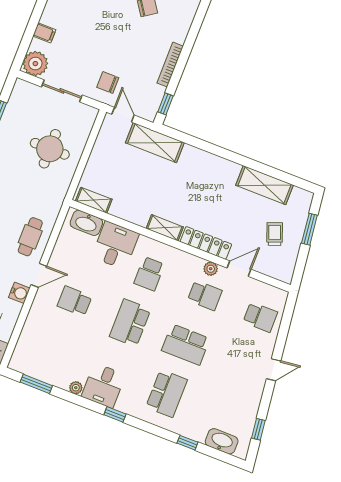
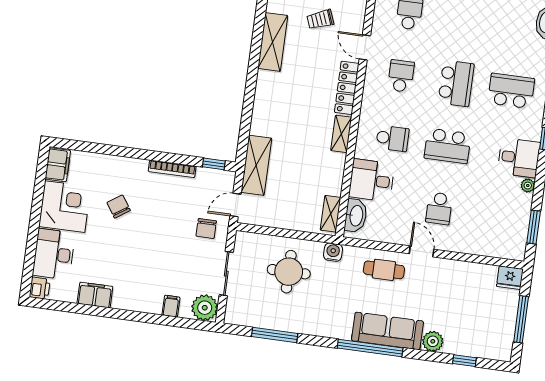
plant: (211, 269) -> (372, 77), removed
water cooler: (19, 293) -> (333, 252), moved

